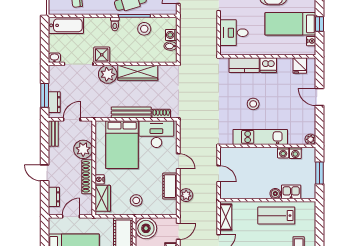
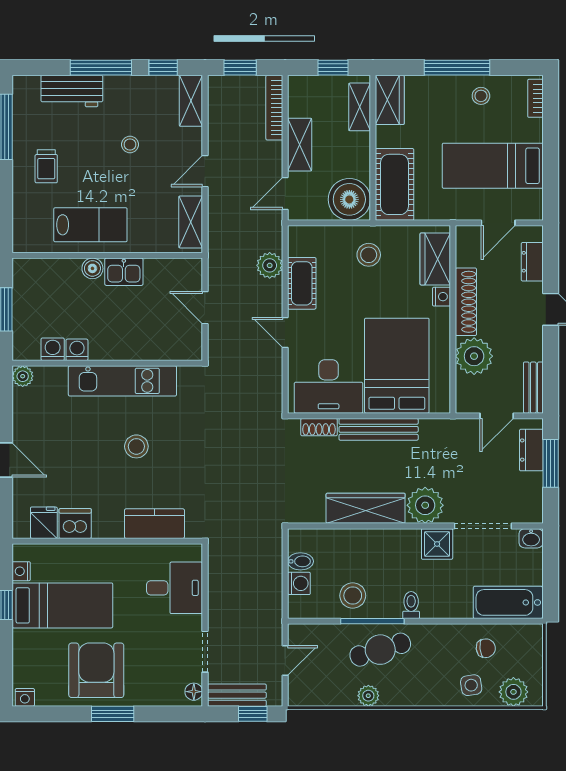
dishwasher: (268, 65) -> (75, 523), moved
kitchen sink: (291, 192) -> (124, 272), moved

